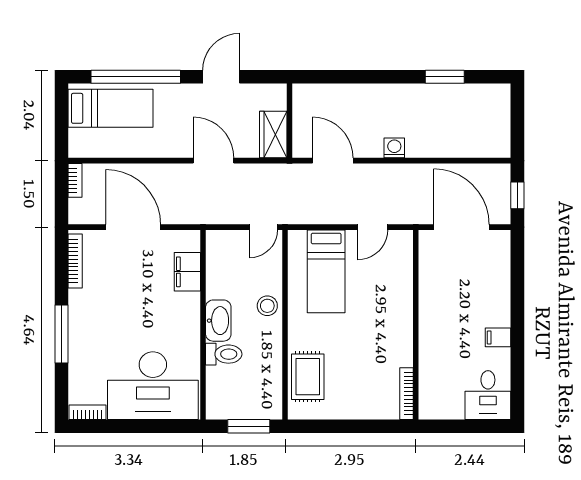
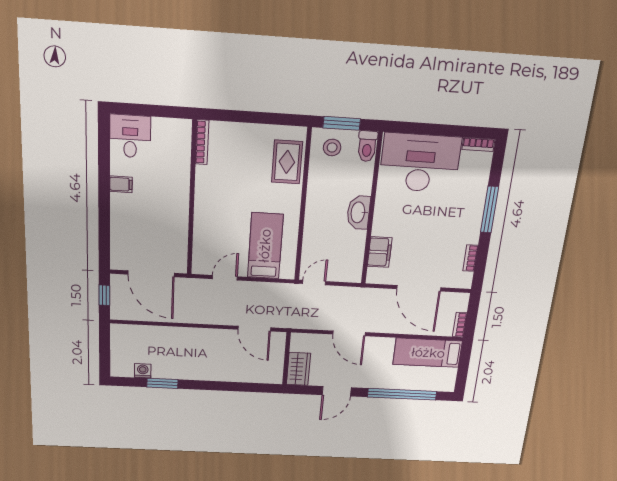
bed: (111, 108) -> (428, 353), moved
wardrobe: (273, 135) -> (298, 369), moved
washing machine: (394, 148) -> (143, 371), moved, turned 180
bookcase: (75, 261) -> (470, 258), width x0.64
stool: (267, 306) -> (332, 147), moved
toilet: (224, 354) -> (367, 146), moved, turned -90

